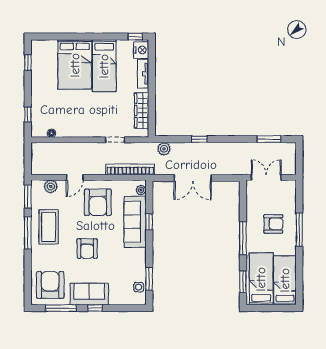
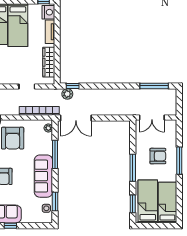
window: (199, 139) -> (73, 86), moved
window: (269, 139) -> (154, 86), width x1.44
double door: (266, 177) -> (152, 118), swing flipped
double door: (193, 178) -> (76, 118), moved
sofa: (135, 222) -> (43, 176), moved
window: (149, 222) -> (55, 154), width x2.17

